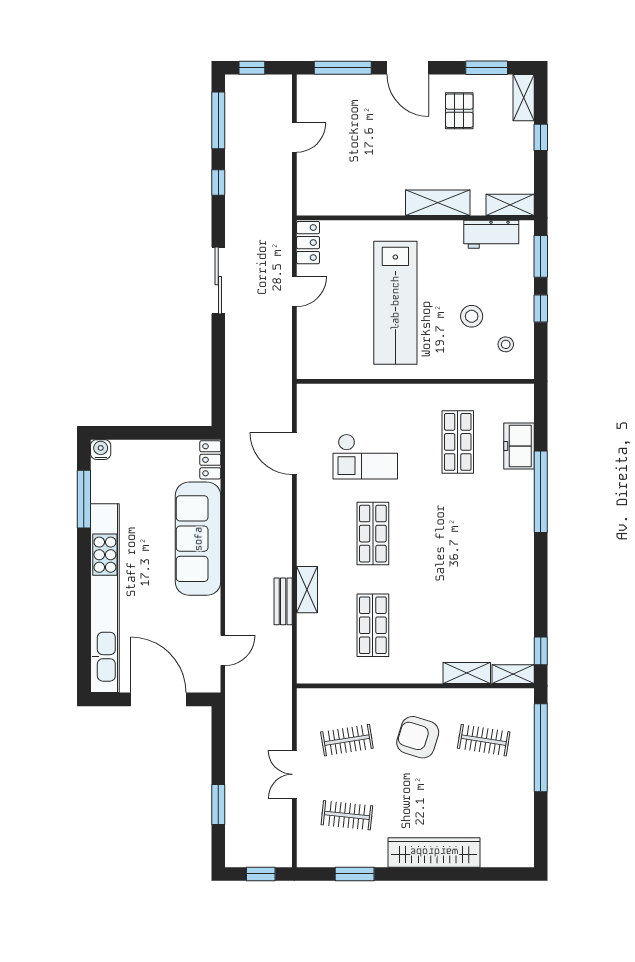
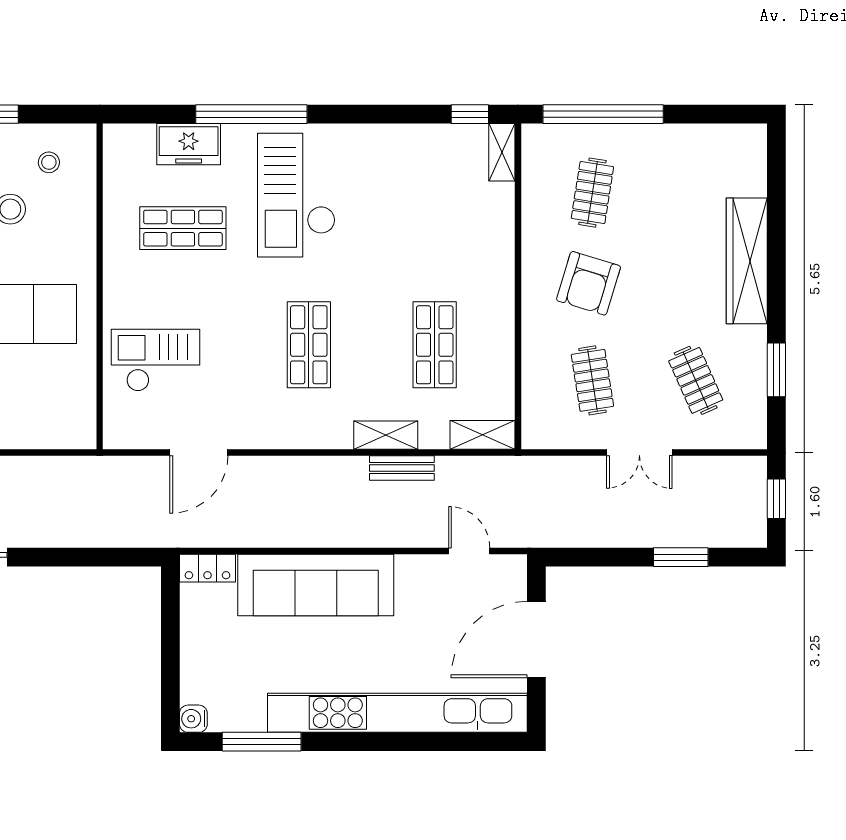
checkout: (365, 457) -> (156, 360), moved, turned -90
checkout: (482, 525) -> (296, 195), added
shop shelf: (373, 534) -> (309, 345), turned 90
shop shelf: (373, 625) -> (435, 345), turned 90
shelving: (467, 673) -> (482, 435), moved, turned 90
clothes rail: (347, 815) -> (696, 380), turned -30

